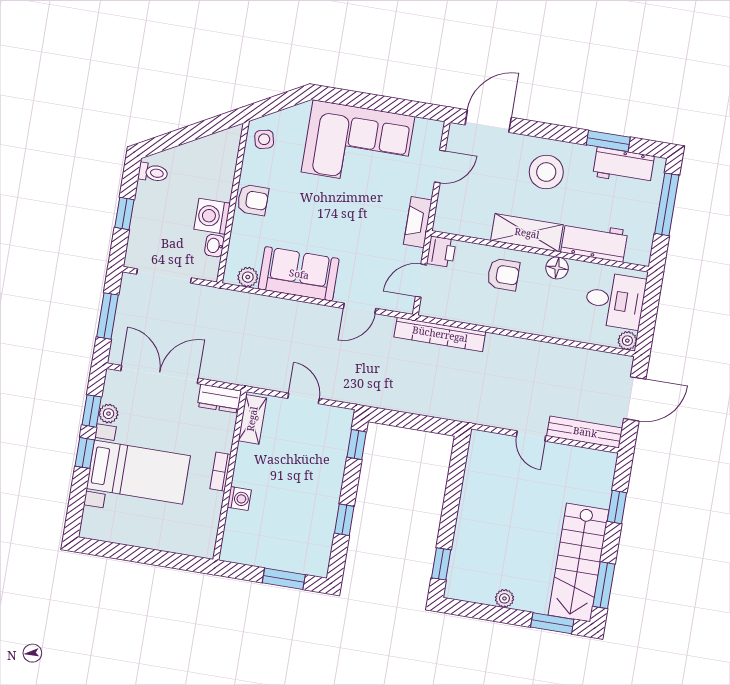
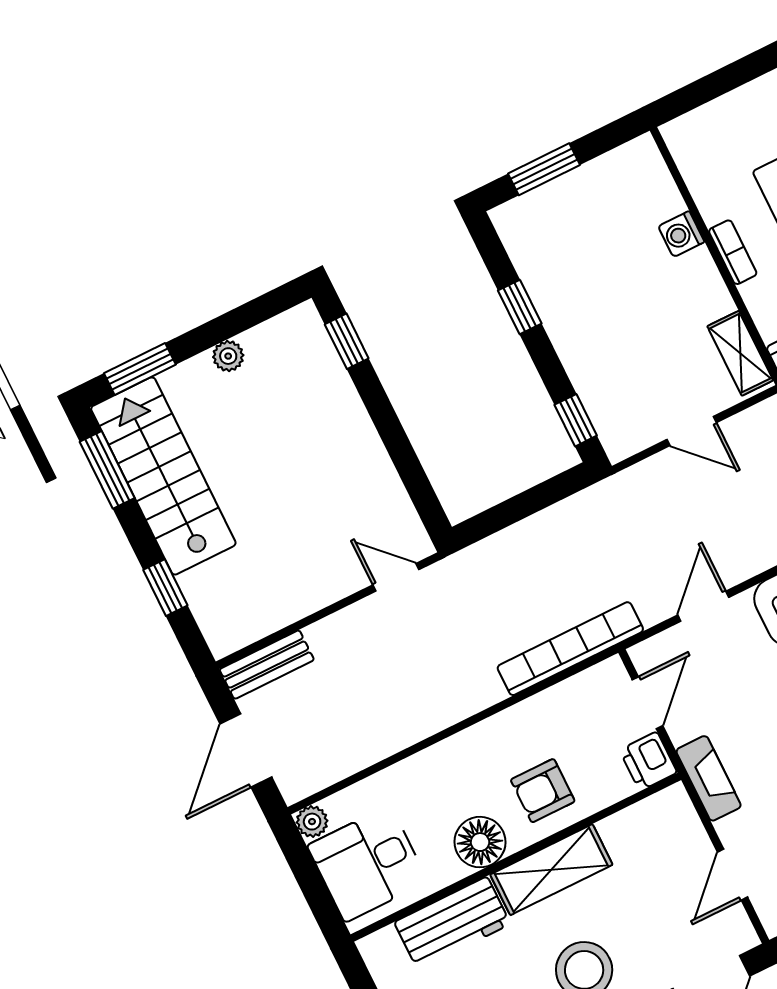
floor lamp: (557, 268) -> (480, 842), width x1.38, depth x1.38
bench: (585, 432) -> (267, 665), width x0.73
door: (531, 436) -> (396, 577), moved

